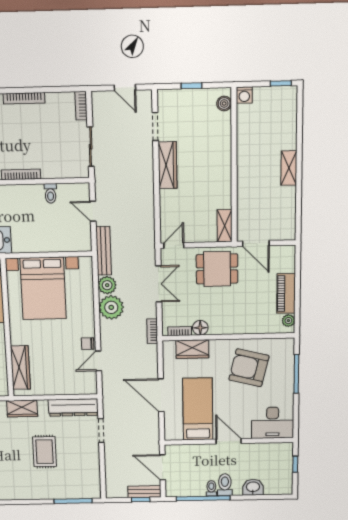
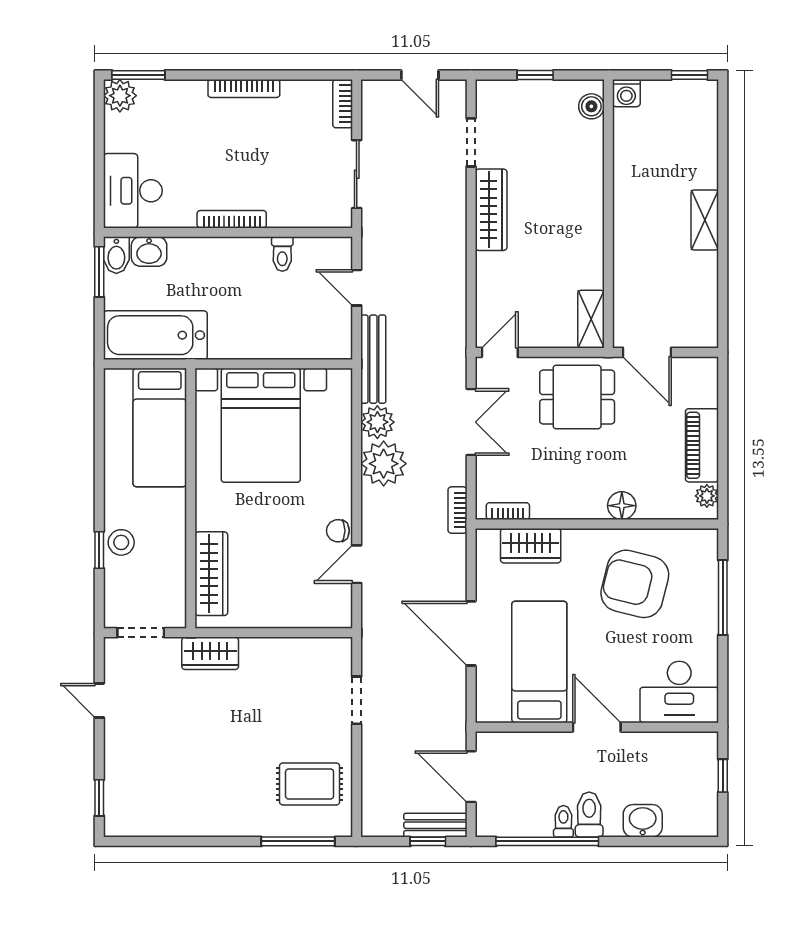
floor lamp: (200, 328) -> (622, 506), moved
dresser: (73, 407) -> (306, 653), removed
rug: (45, 452) -> (310, 784), moved, turned 90

